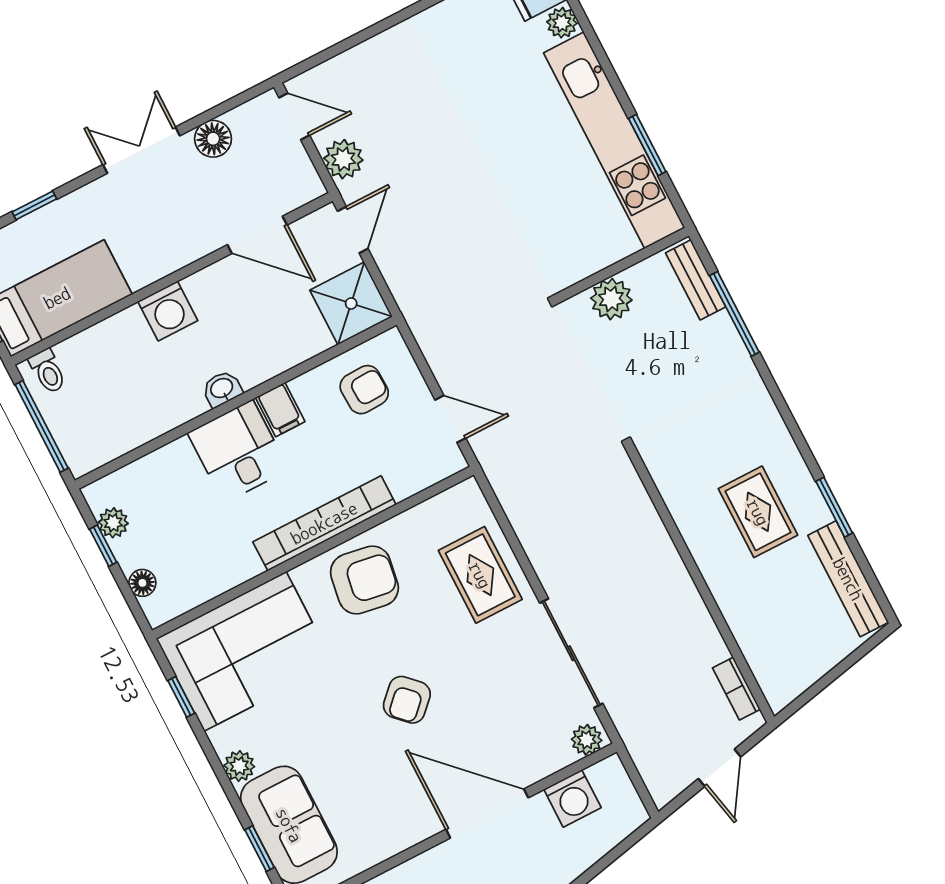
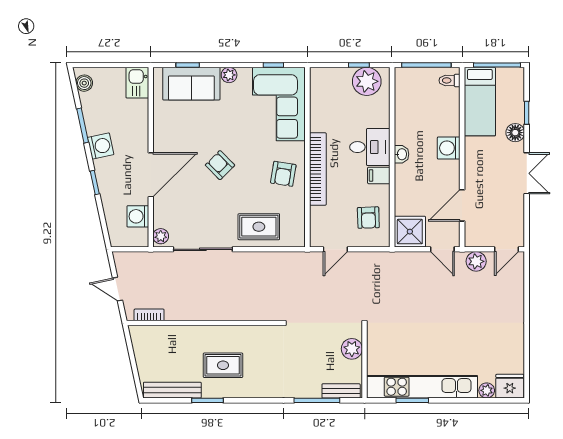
floor lamp: (213, 139) -> (515, 133), moved
plant: (113, 523) -> (367, 81), width x1.88, depth x1.88
armchair: (364, 580) -> (283, 174), width x0.72, depth x0.72
floor lamp: (142, 583) -> (333, 74), removed

